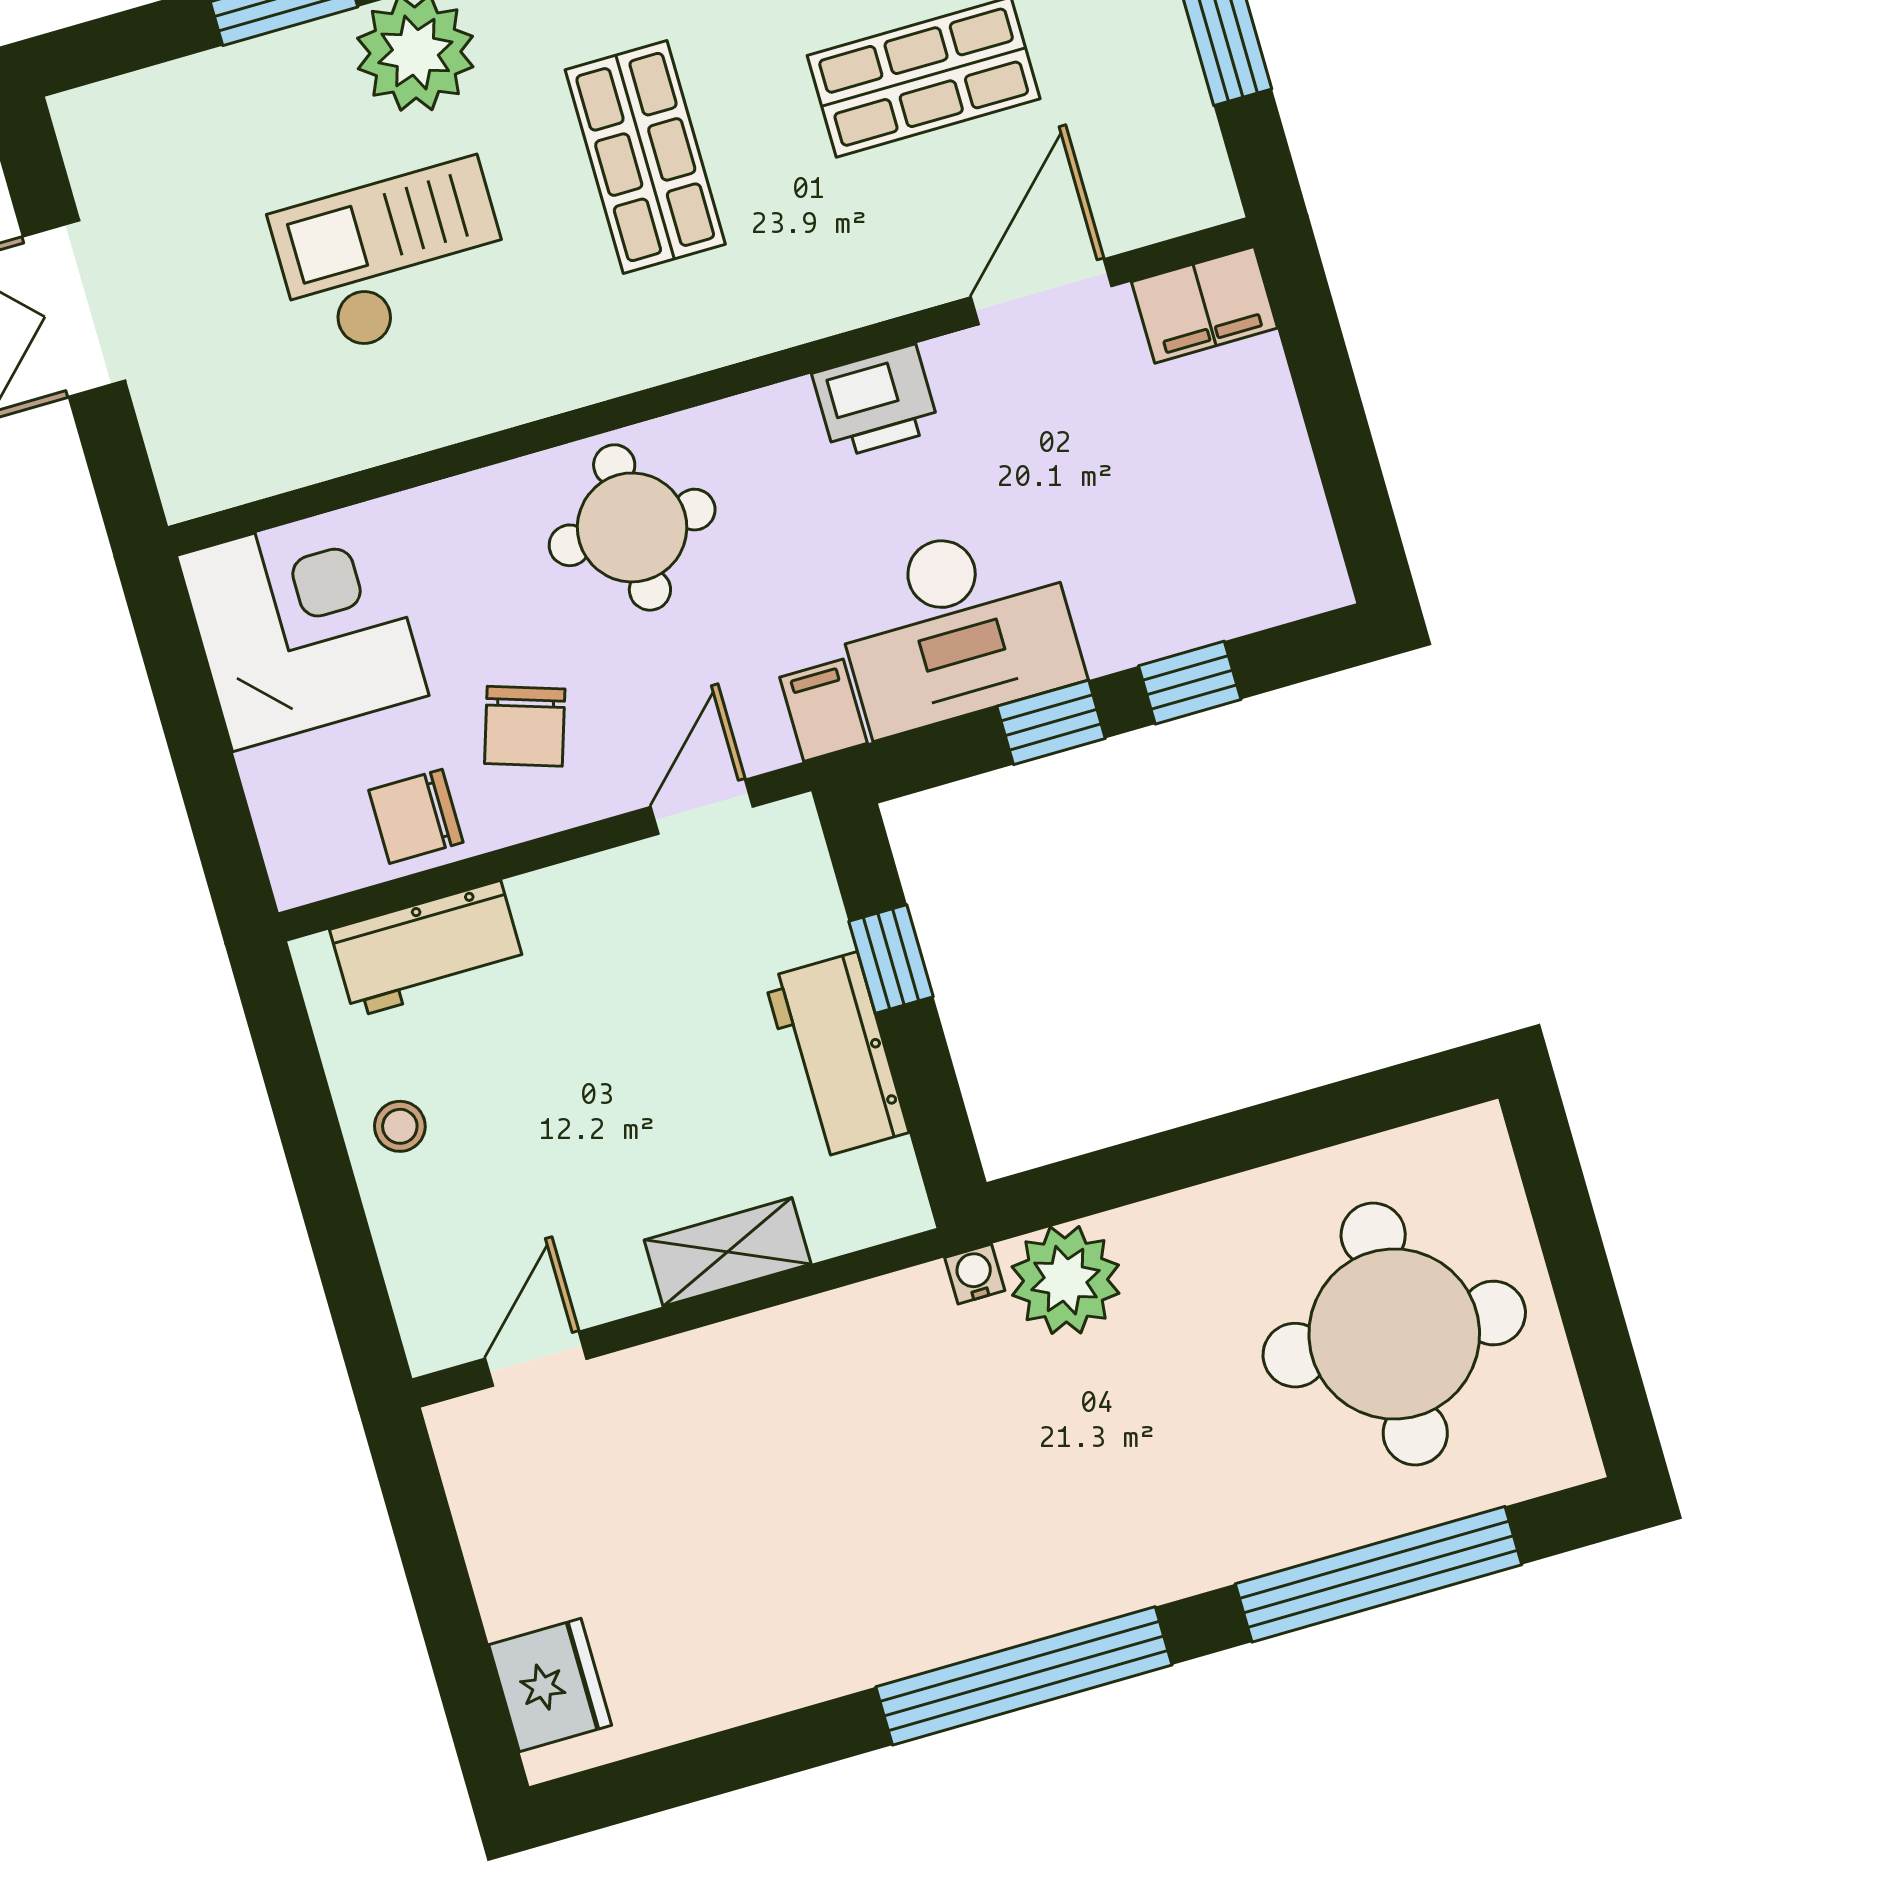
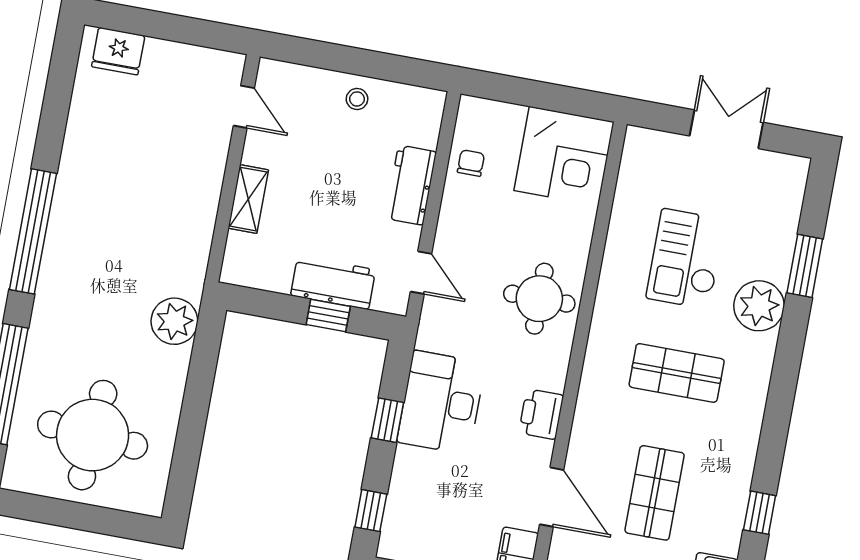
checkout: (393, 258) -> (686, 259), turned 180
window: (1190, 683) -> (371, 511), moved
filing cabinet: (824, 710) -> (435, 337), removed
chair: (525, 726) -> (484, 221), removed
chair: (416, 816) -> (471, 163), width x0.73, depth x0.73
workbench: (428, 949) -> (411, 185), moved
workbench: (836, 1055) -> (333, 283), moved
water cooler: (975, 1274) -> (194, 288), removed

